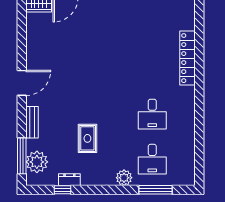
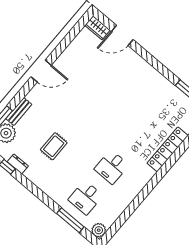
bench: (32, 122) -> (19, 111), moved
plant: (124, 178) -> (99, 230), moved

